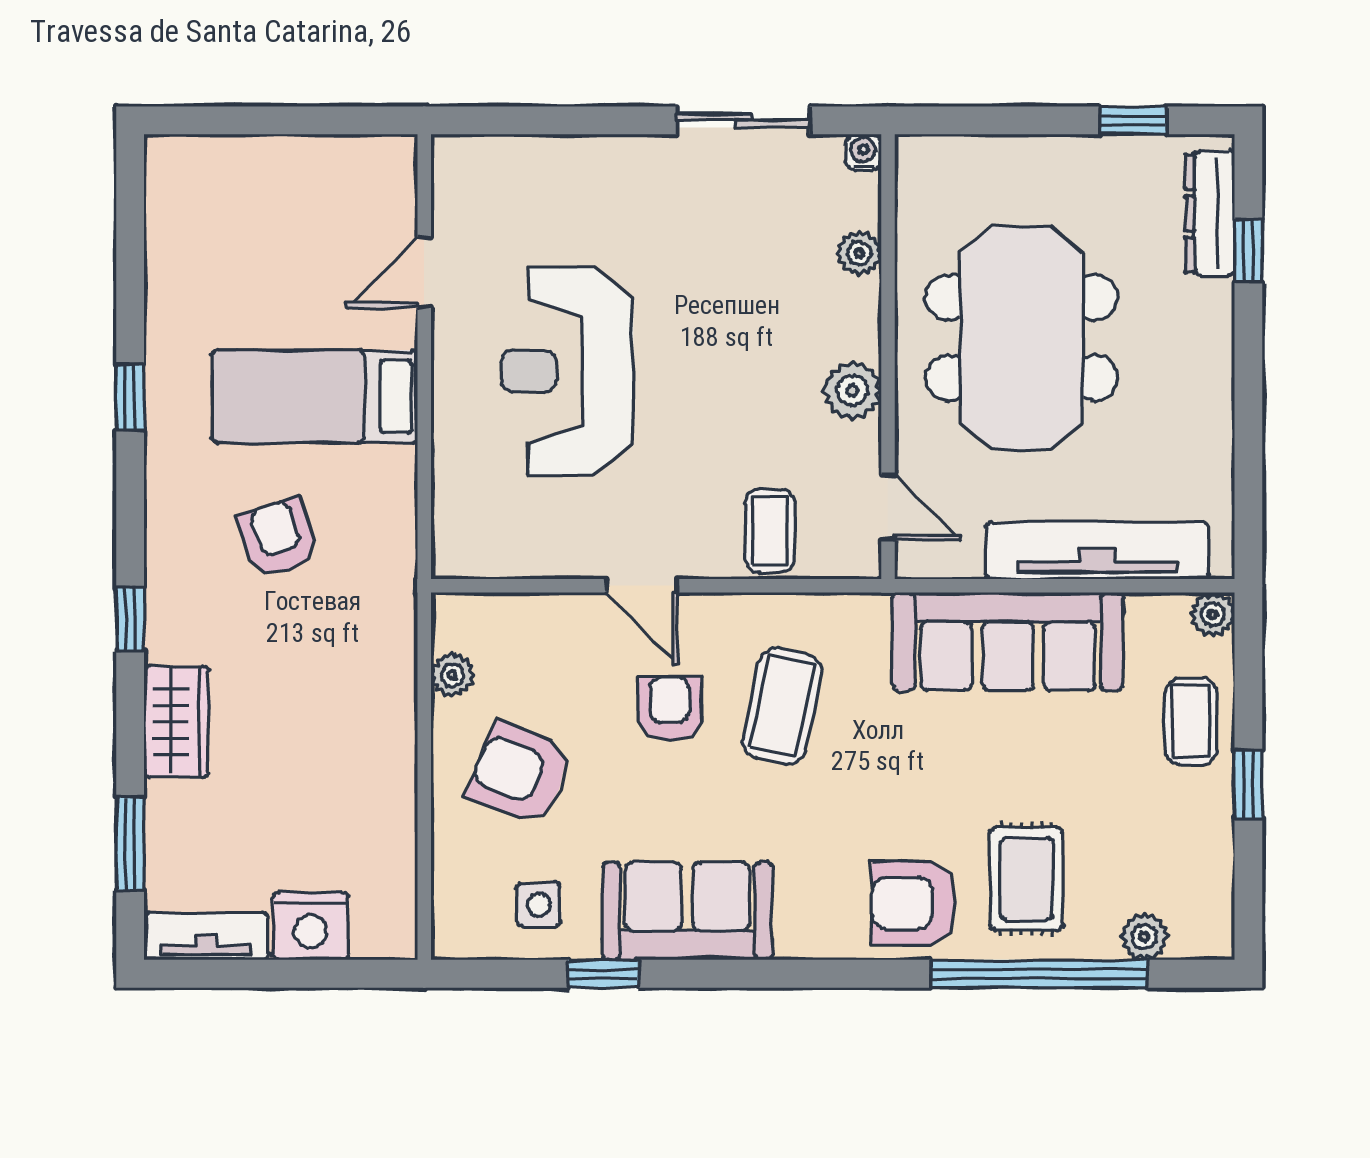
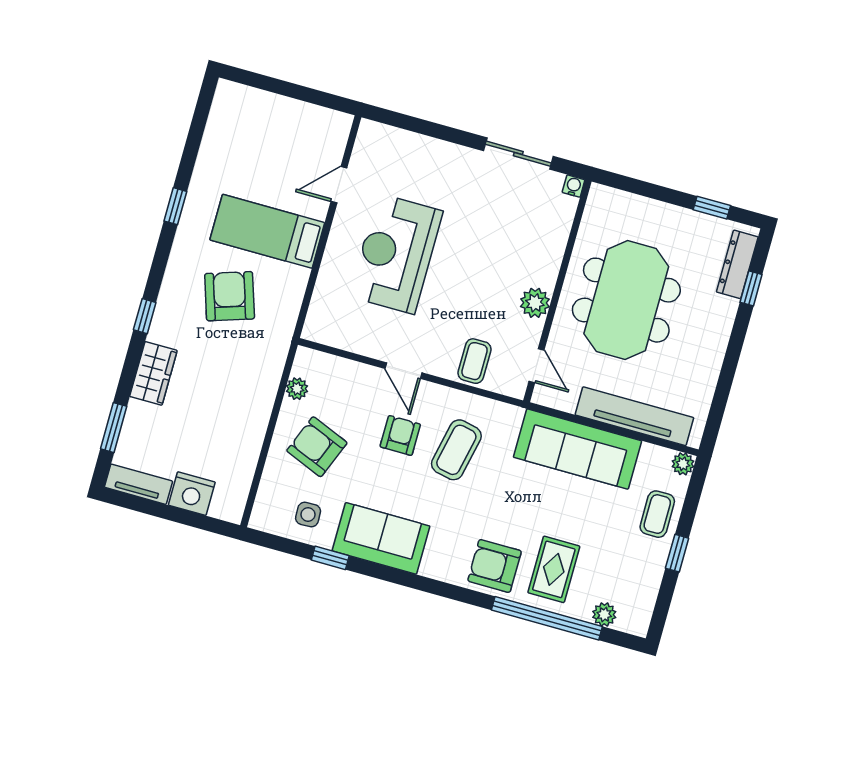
plant: (860, 253) -> (558, 236), removed
armchair: (278, 537) -> (230, 296), width x1.38, depth x1.38

